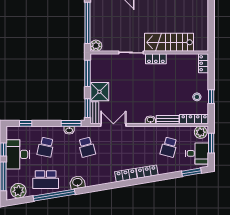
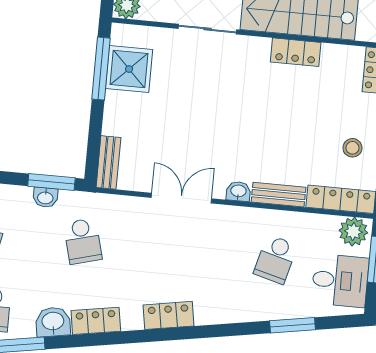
locker: (156, 59) -> (296, 52), moved
shower: (99, 92) -> (129, 69), moved
window: (88, 108) -> (93, 150), removed
double door: (113, 125) -> (181, 198), moved
locker: (147, 172) -> (96, 321), moved
window: (192, 172) -> (292, 325), moved

